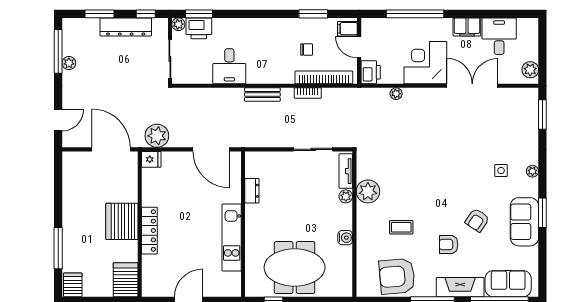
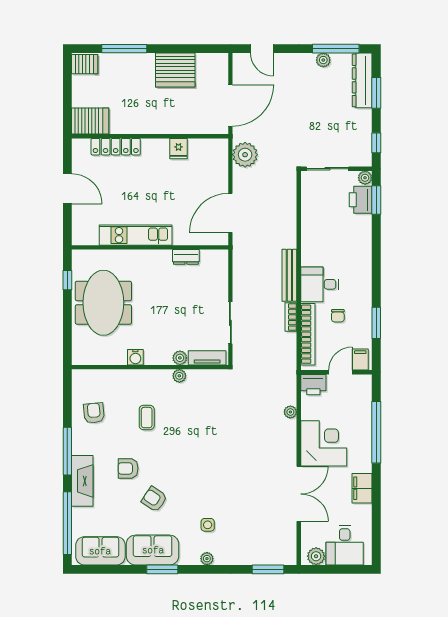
dresser: (126, 27) -> (362, 80), moved
desk: (499, 36) -> (345, 545), moved, turned 90
desk: (229, 66) -> (320, 284), moved
bench: (262, 95) -> (289, 275), width x1.36
fridge: (151, 159) -> (178, 149), moved
plant: (368, 191) -> (179, 376), width x0.53, depth x0.53
server rack: (122, 221) -> (175, 70), moved, turned 180
locker: (149, 231) -> (116, 147), moved
armchair: (449, 245) -> (128, 468), turned -90
armchair: (397, 276) -> (94, 413), width x0.53, depth x0.53
sofa: (508, 284) -> (100, 551), moved, turned -90

